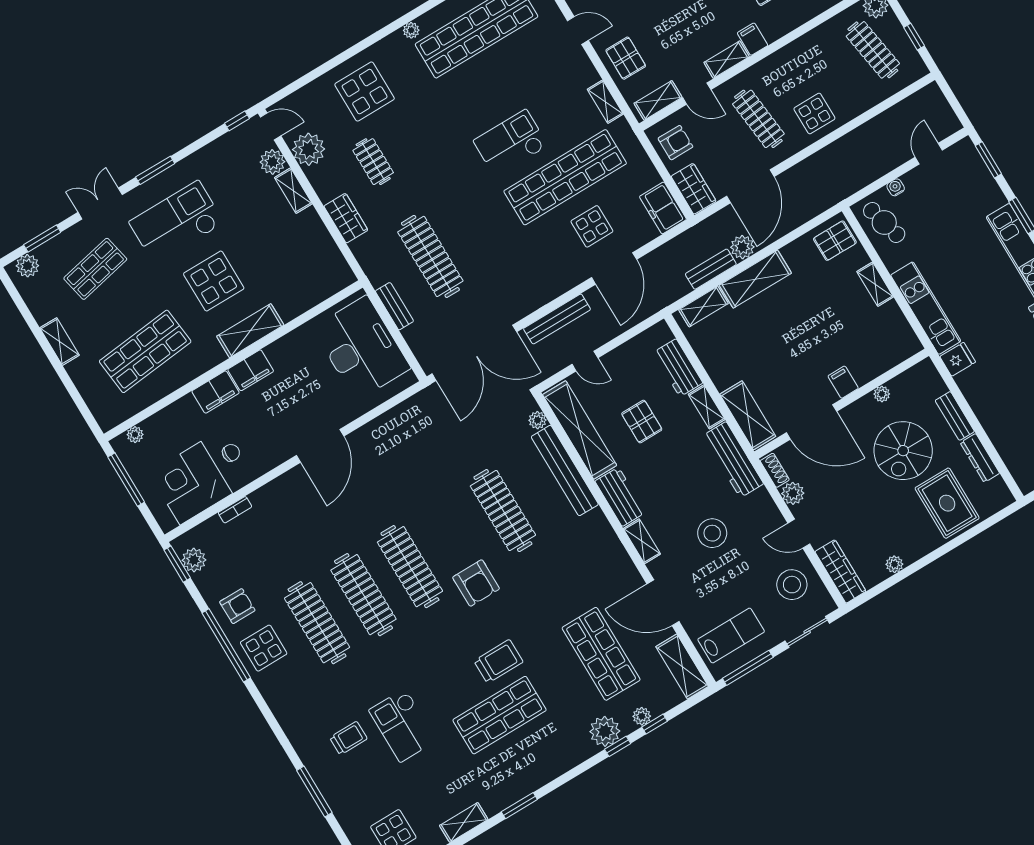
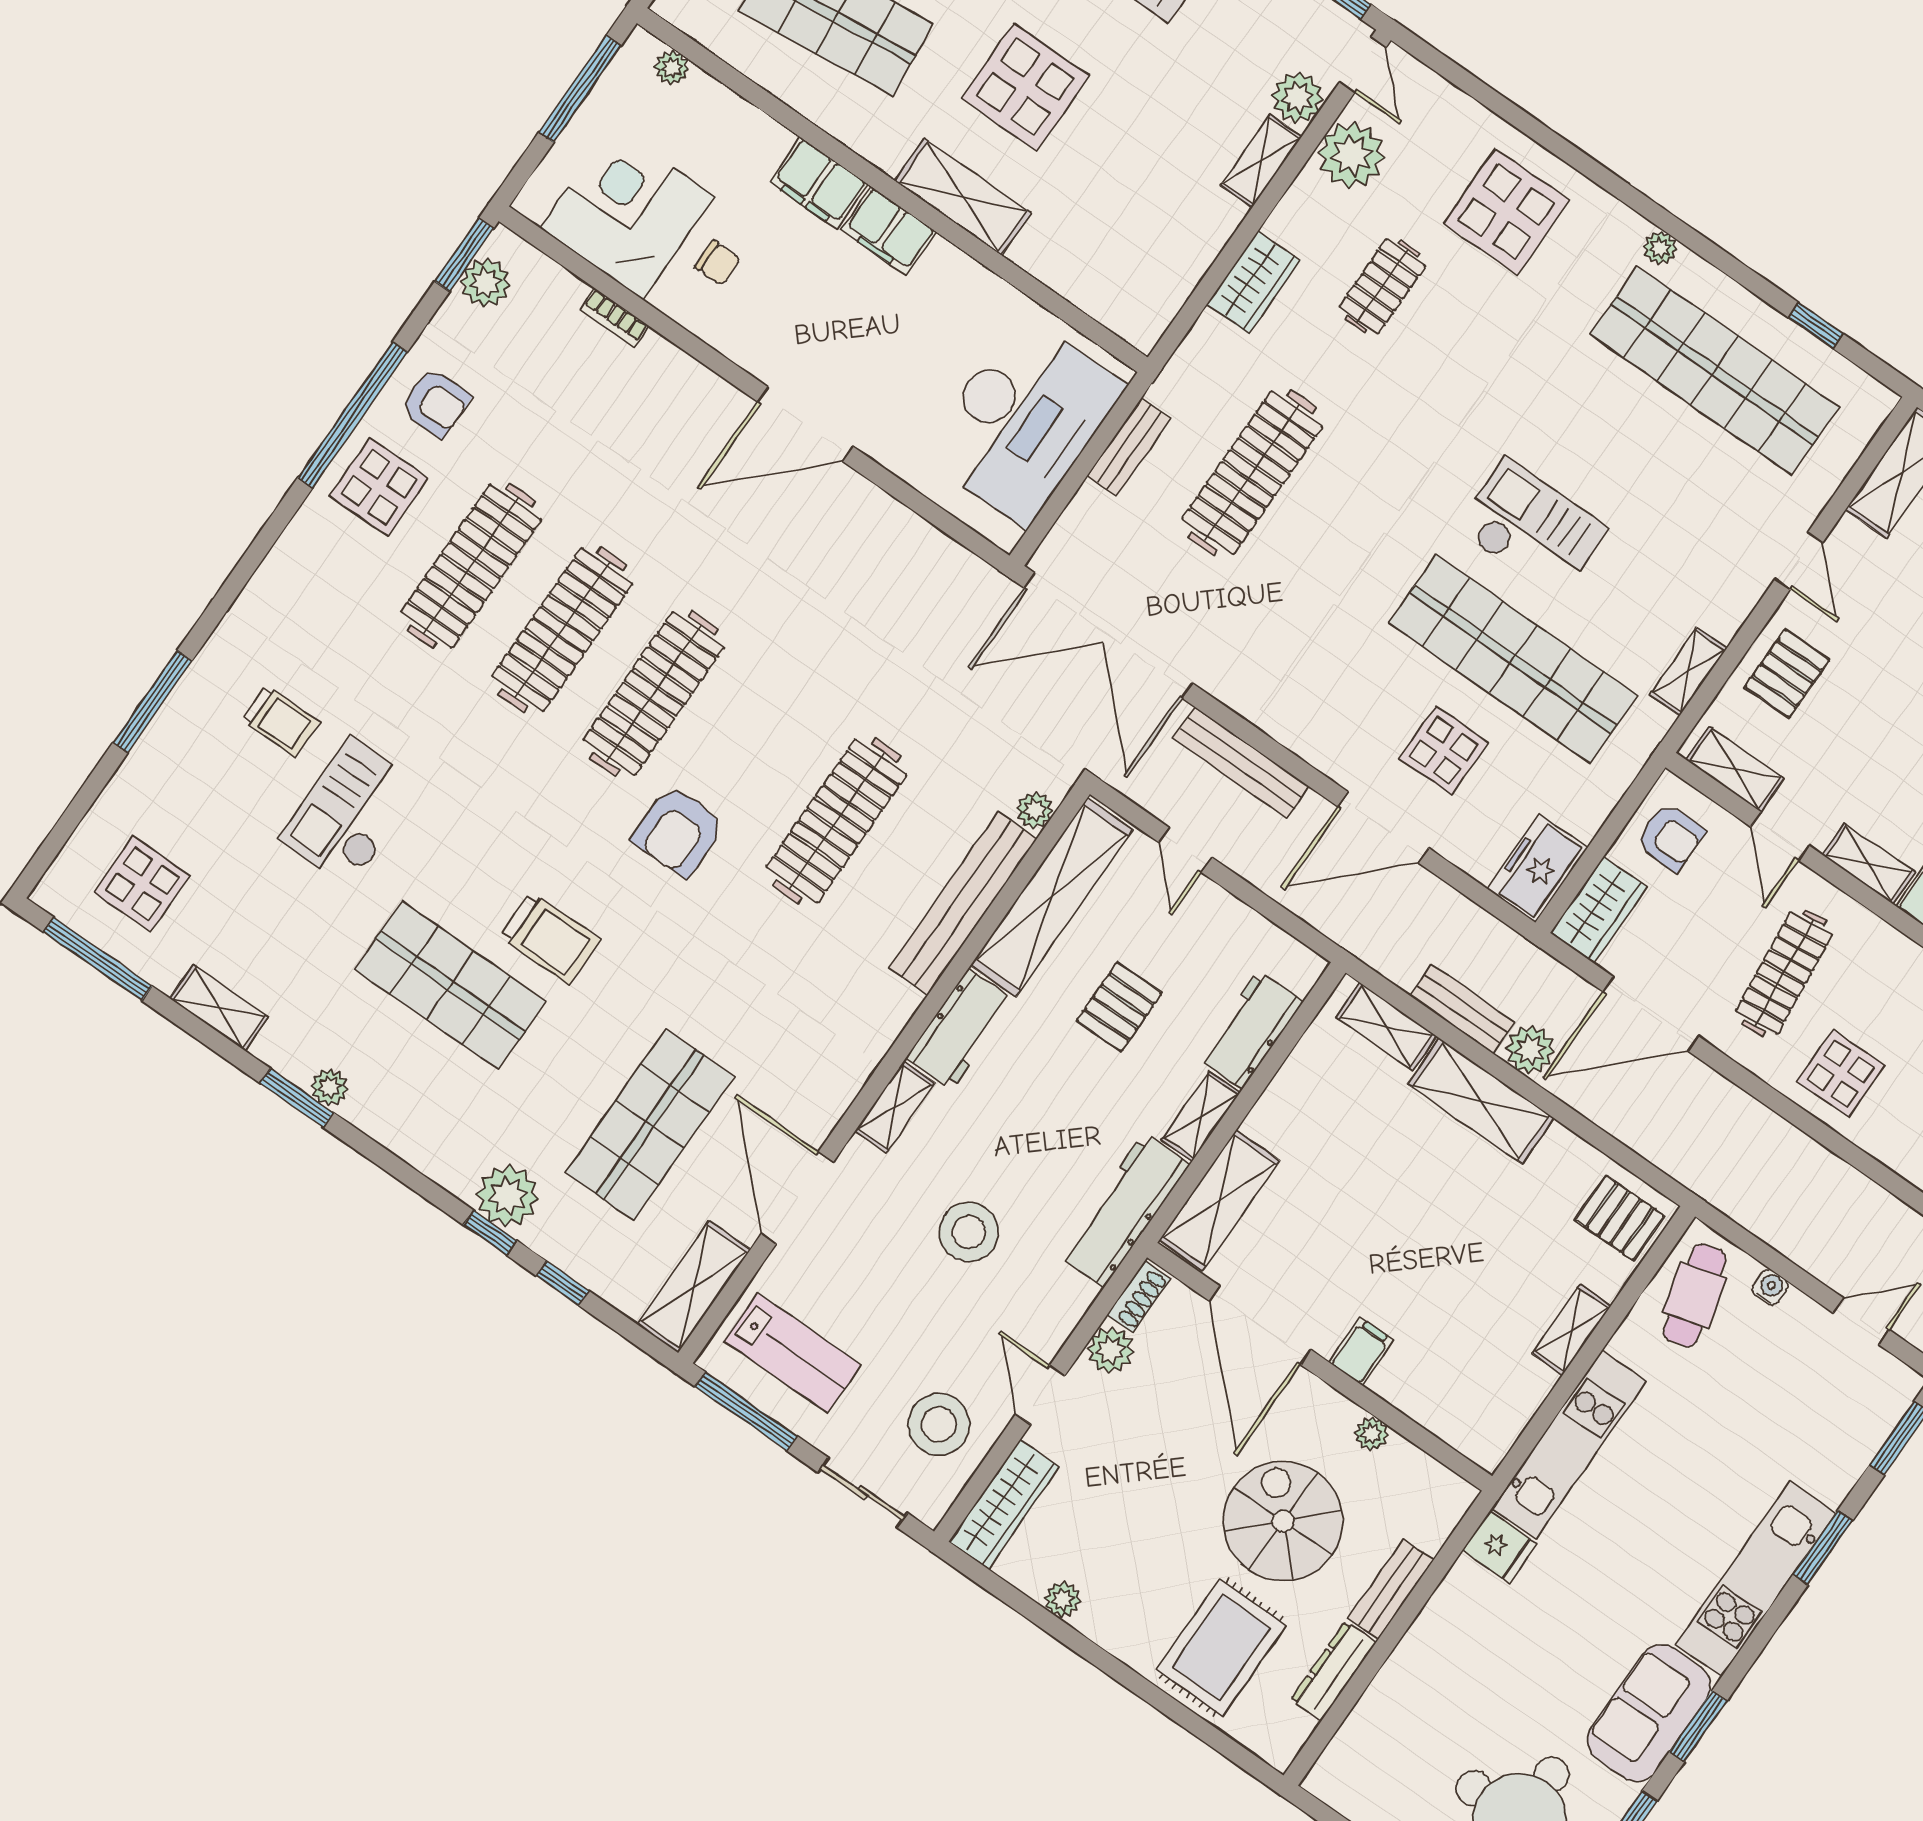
spiral stairs: (903, 451) -> (1283, 1521), turned 90
plant: (642, 716) -> (330, 1087), moved

